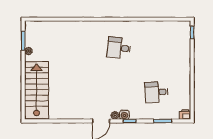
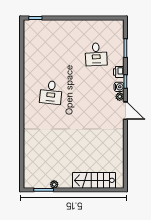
stairs: (37, 90) -> (94, 180), width x0.73, depth x0.66
printer: (185, 114) -> (119, 72), moved

